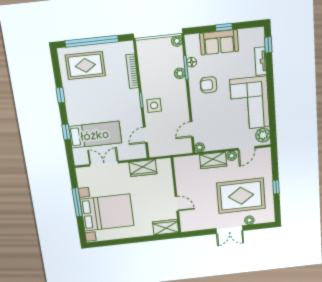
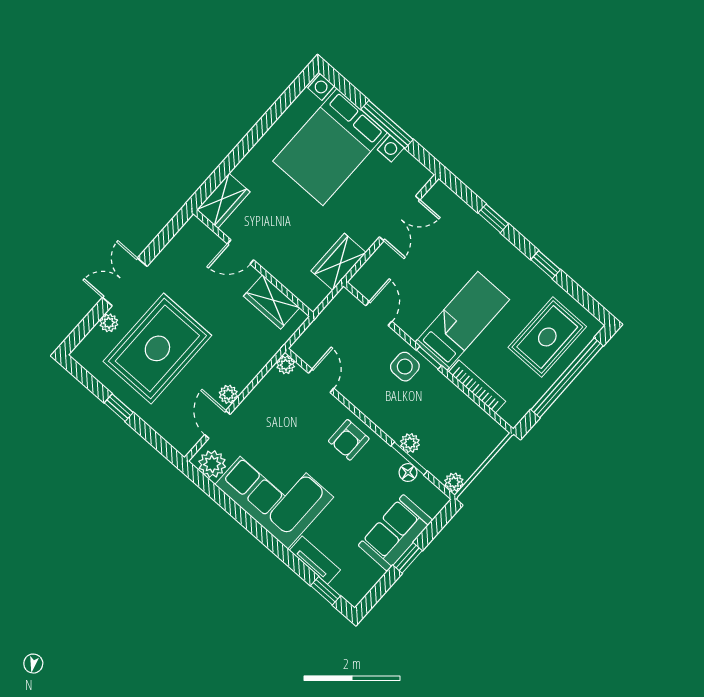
armchair: (209, 85) -> (349, 440), moved, turned 180
bed: (95, 135) -> (462, 321), moved, turned 180
wardrobe: (213, 160) -> (272, 302), moved, turned -90

